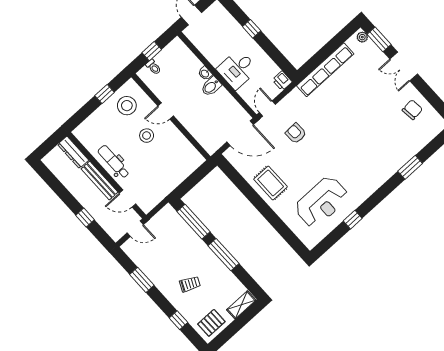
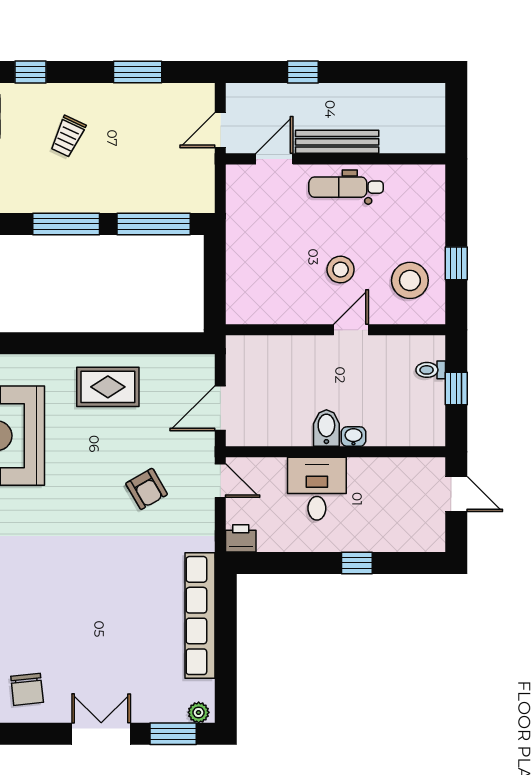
door: (240, 133) -> (220, 408), width x0.73
armchair: (296, 133) -> (147, 489), turned 62
dresser: (73, 152) -> (413, 141), removed
dental chair: (114, 162) -> (346, 187), turned 180

